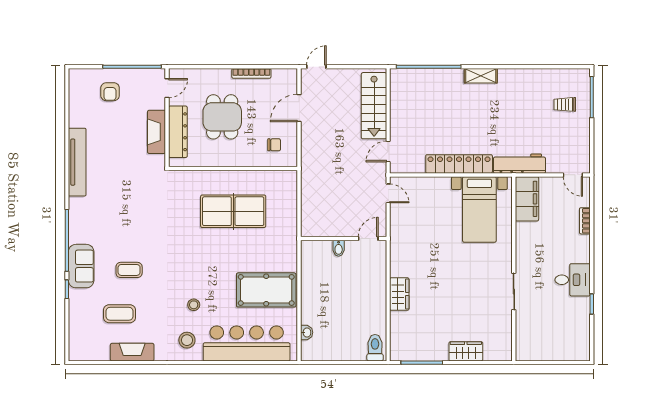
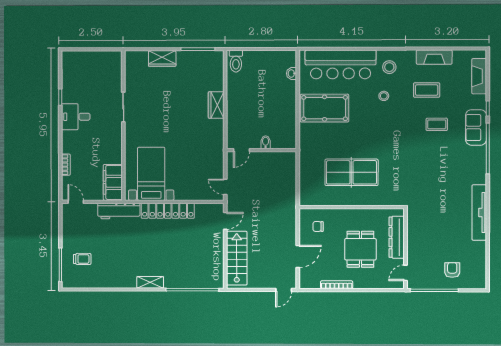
fireplace: (157, 132) -> (479, 76), moved, turned 180
coffee table: (120, 314) -> (427, 90), moved

